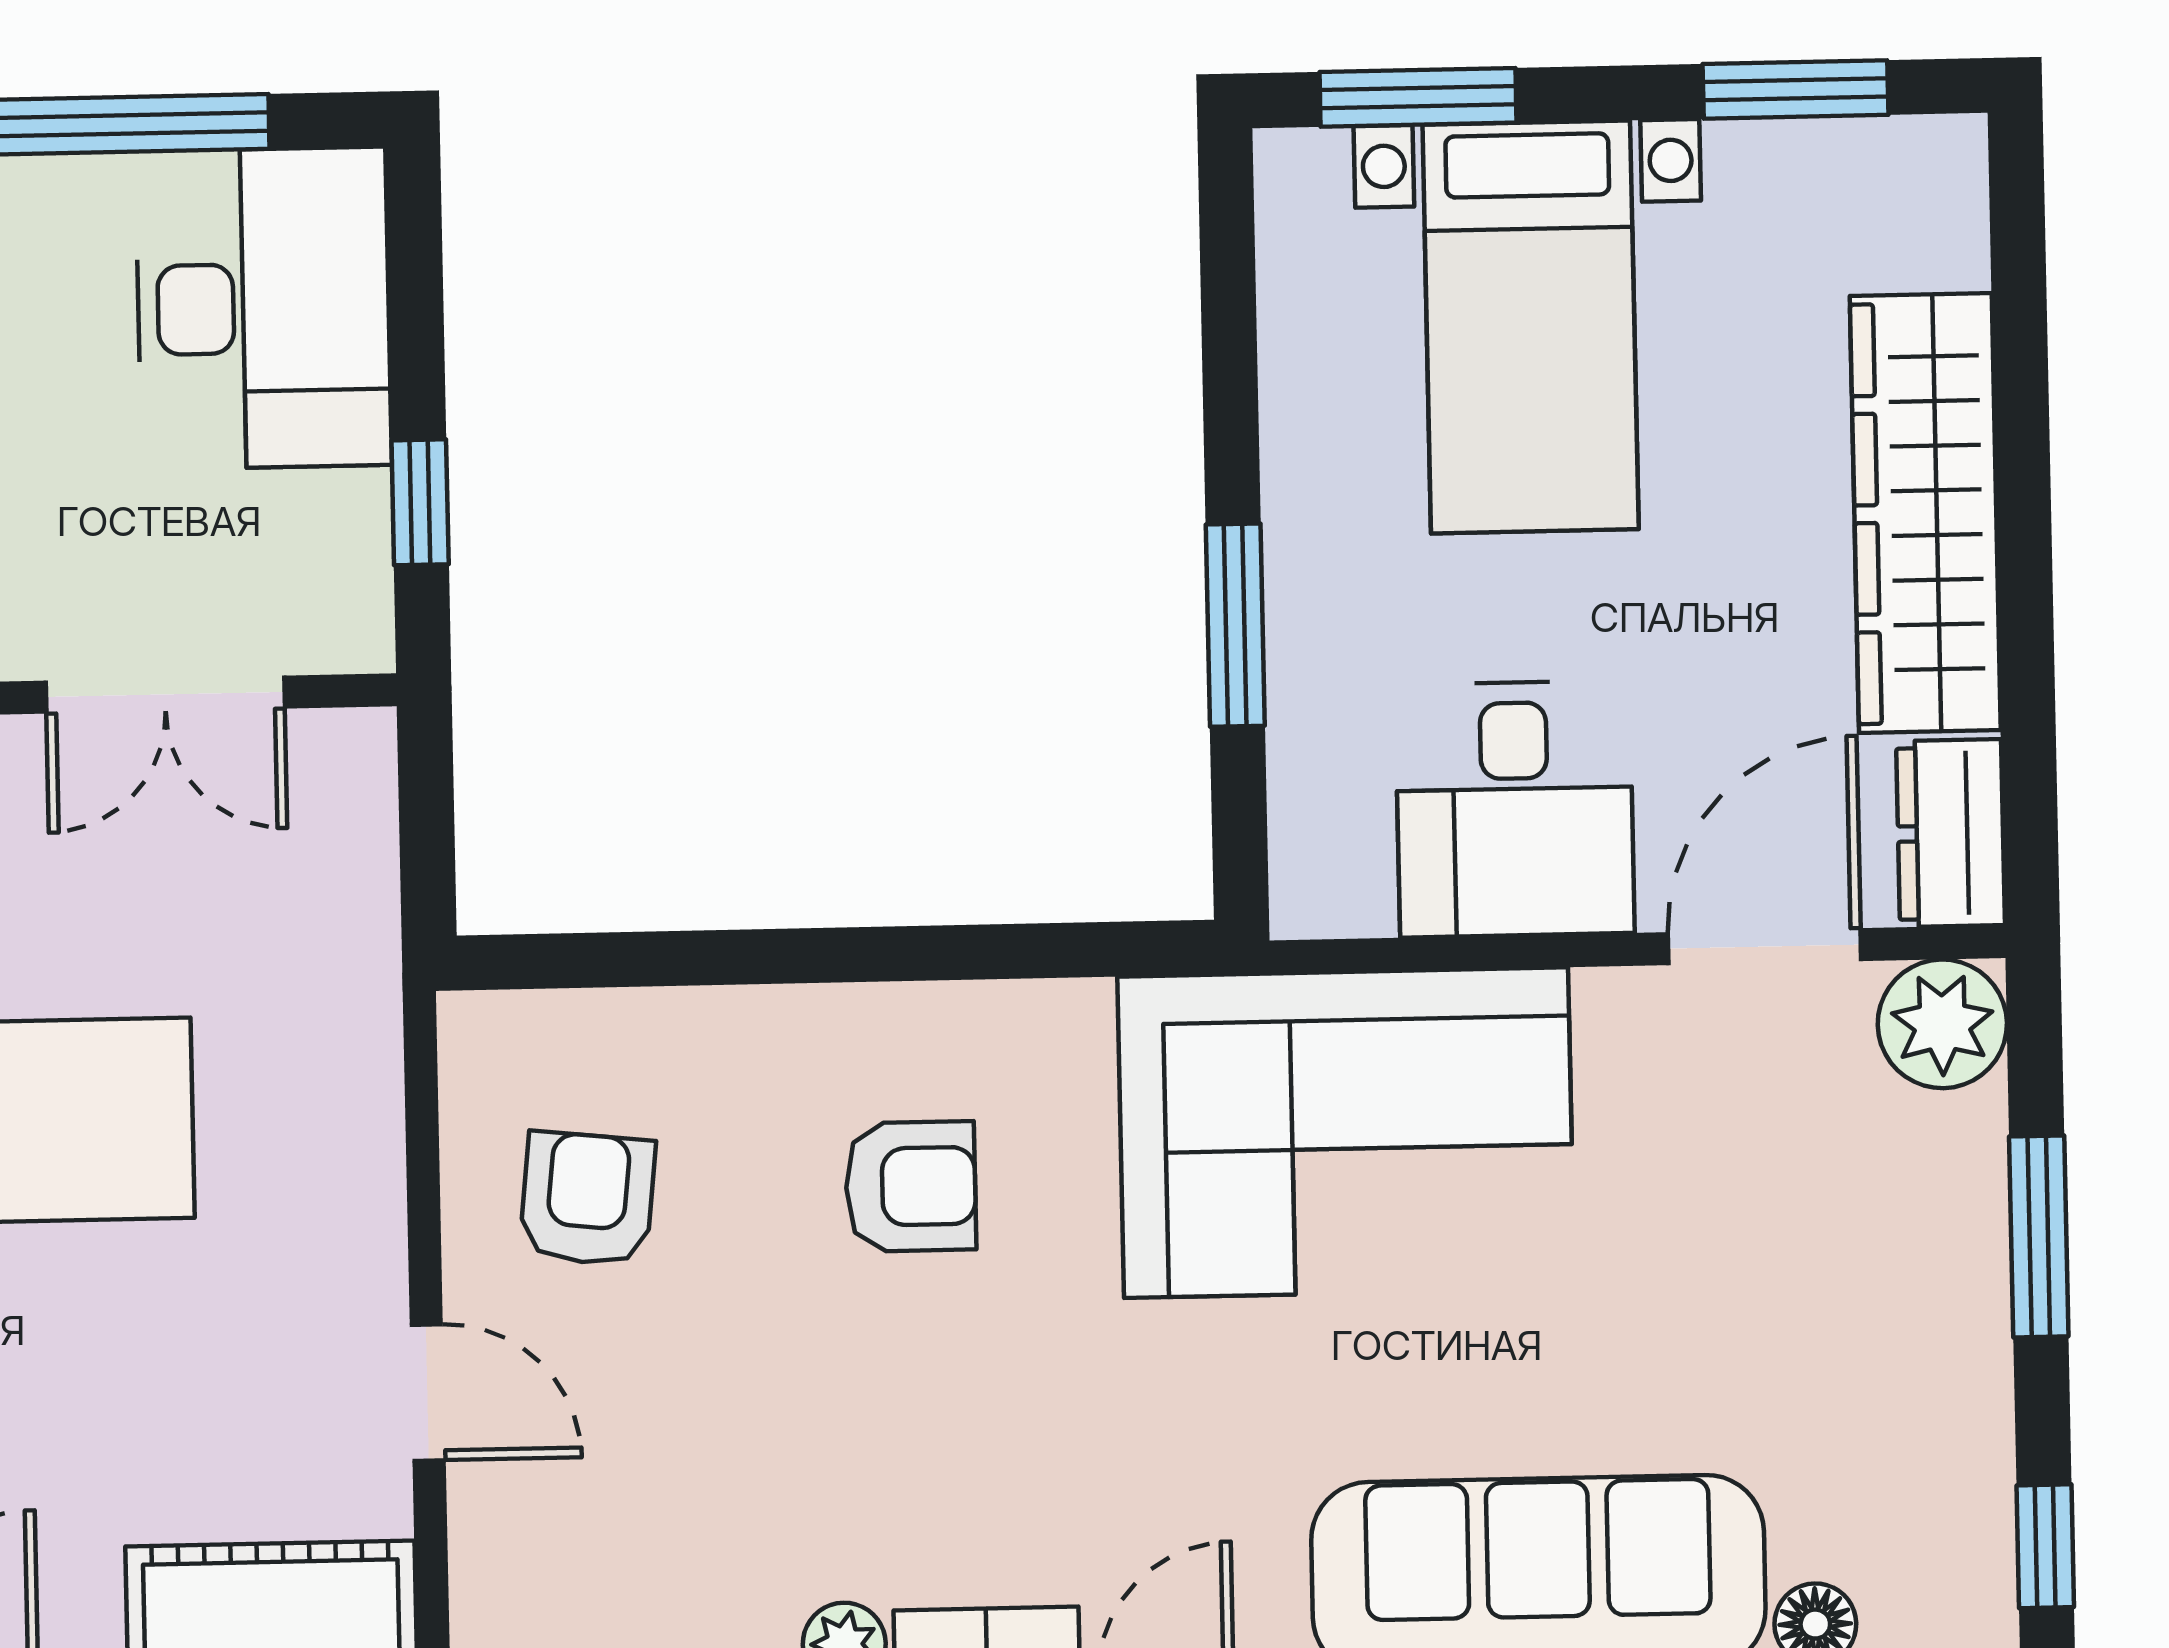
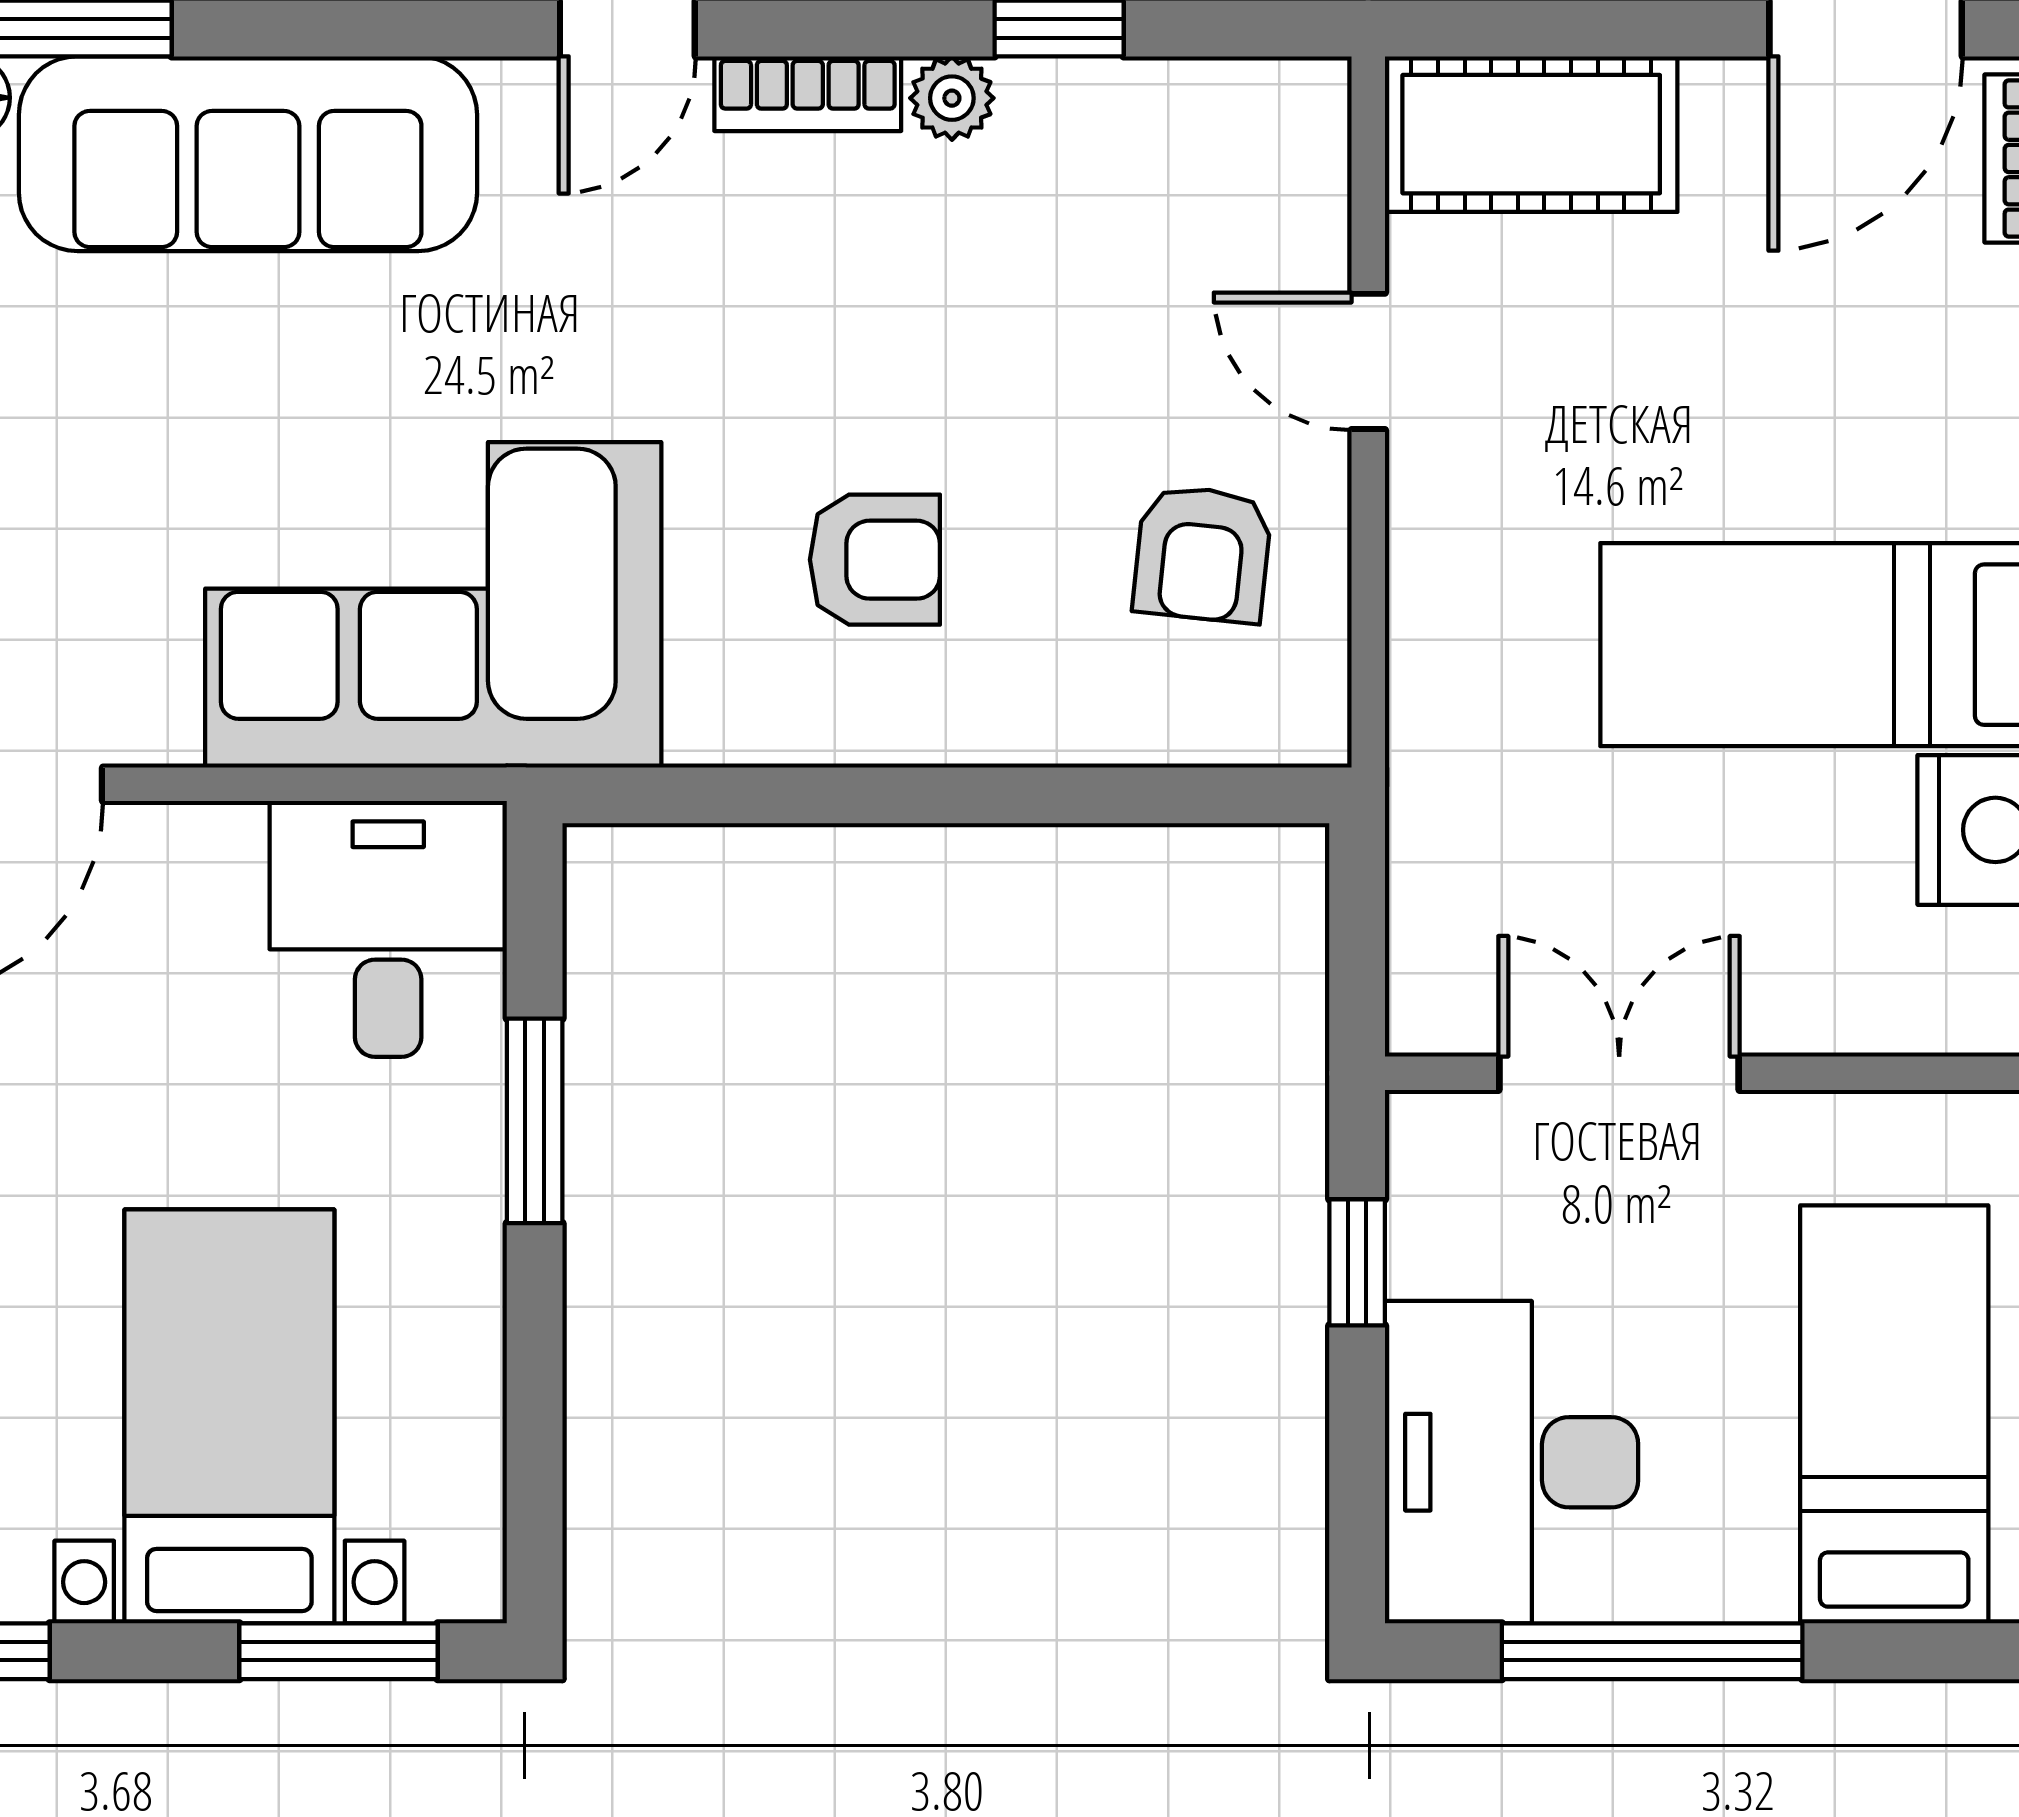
desk: (1515, 809) -> (388, 929), moved
armchair: (911, 1186) -> (875, 560), turned 180

